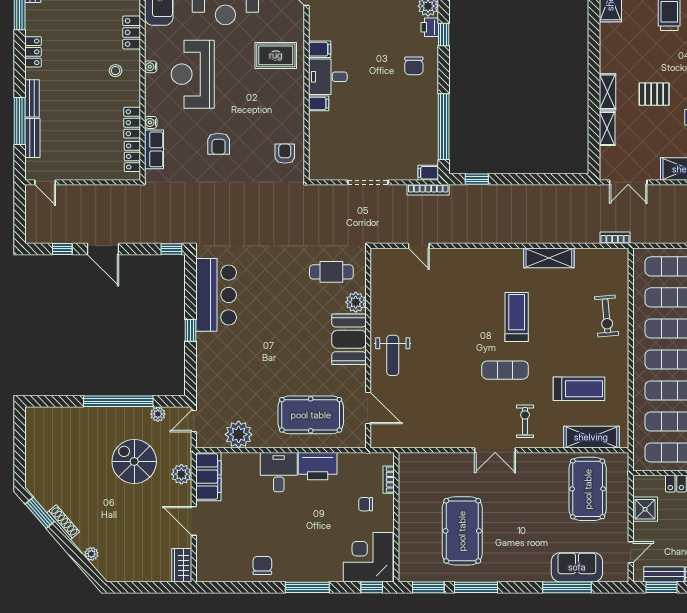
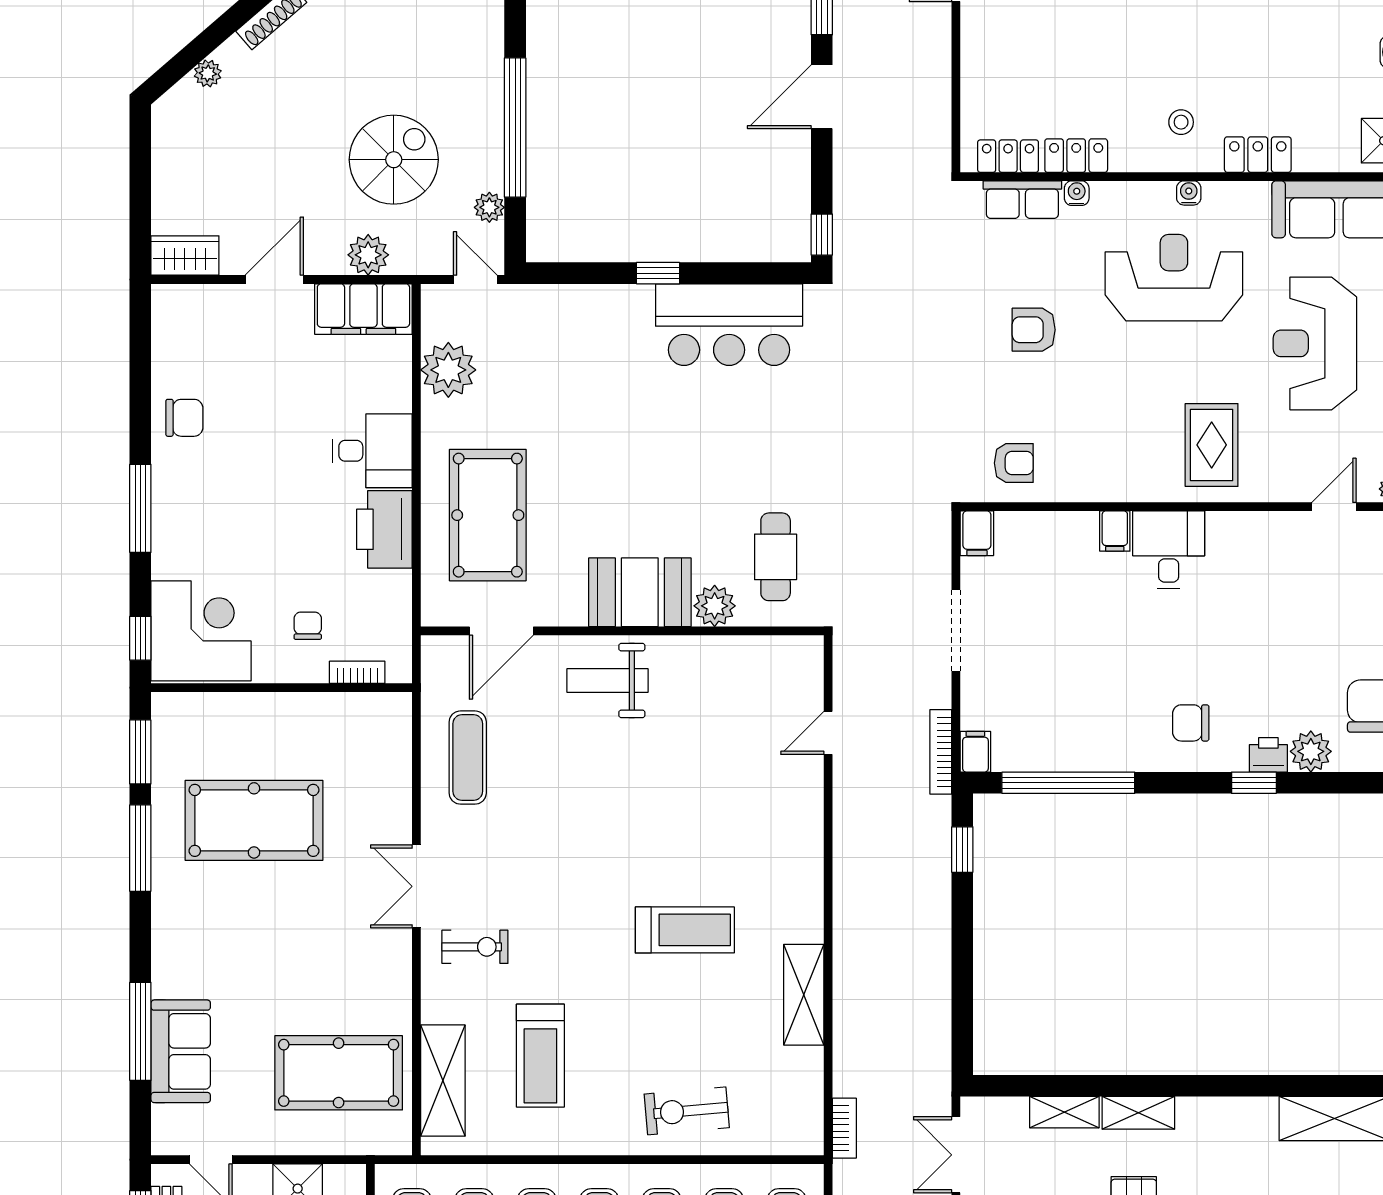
filing cabinet: (320, 49) -> (977, 533), moved
exercise mat: (505, 370) -> (468, 758), moved

